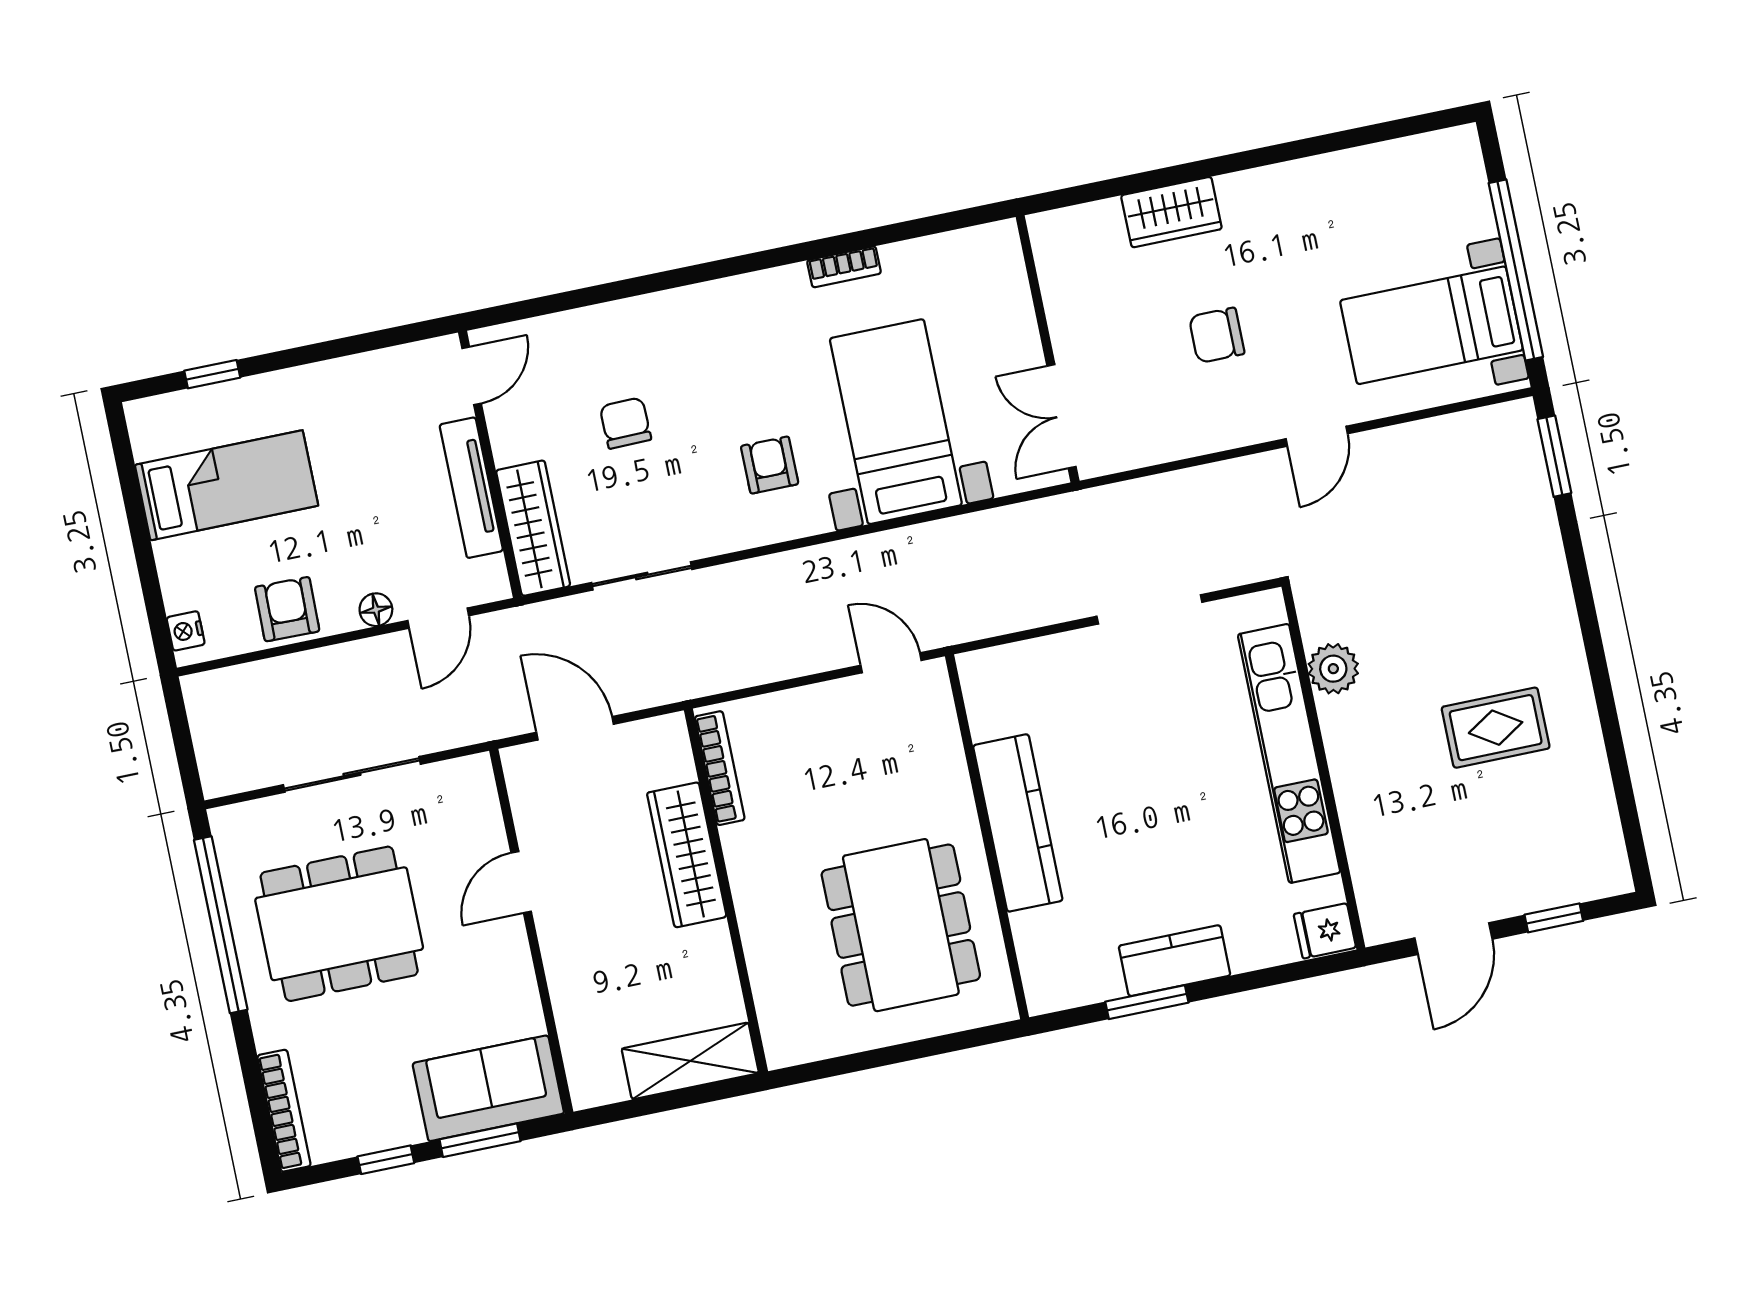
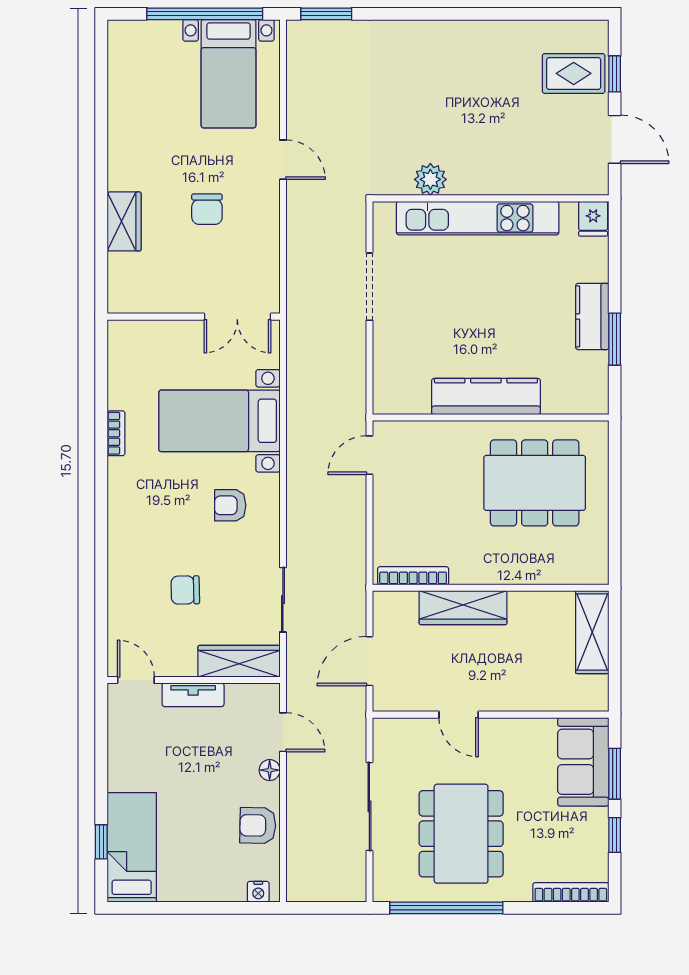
bed: (227, 485) -> (132, 847), moved
tv unit: (471, 488) -> (193, 695), width x0.71
rug: (1496, 728) -> (574, 73), moved, turned 90

